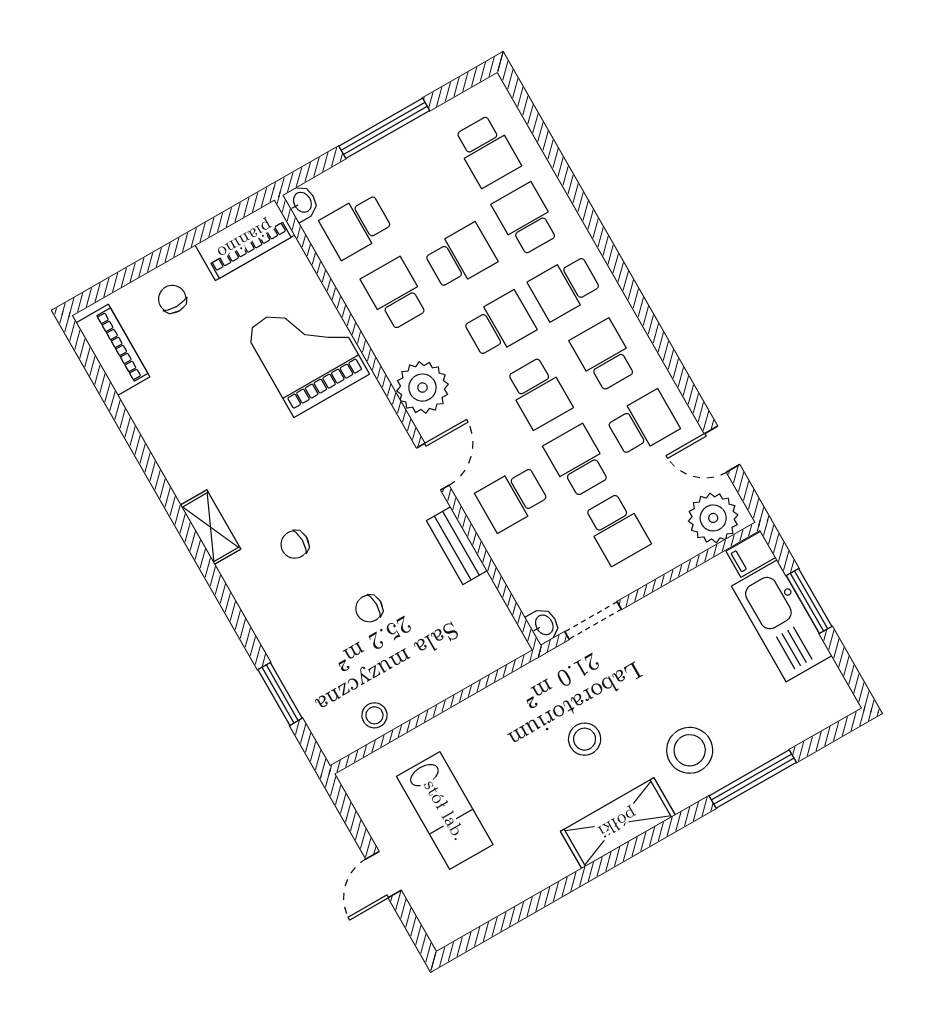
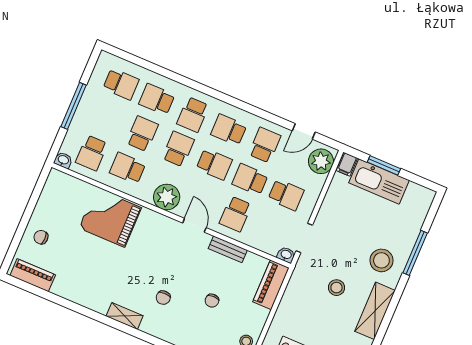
piano: (245, 240) -> (271, 285), moved, turned 180

